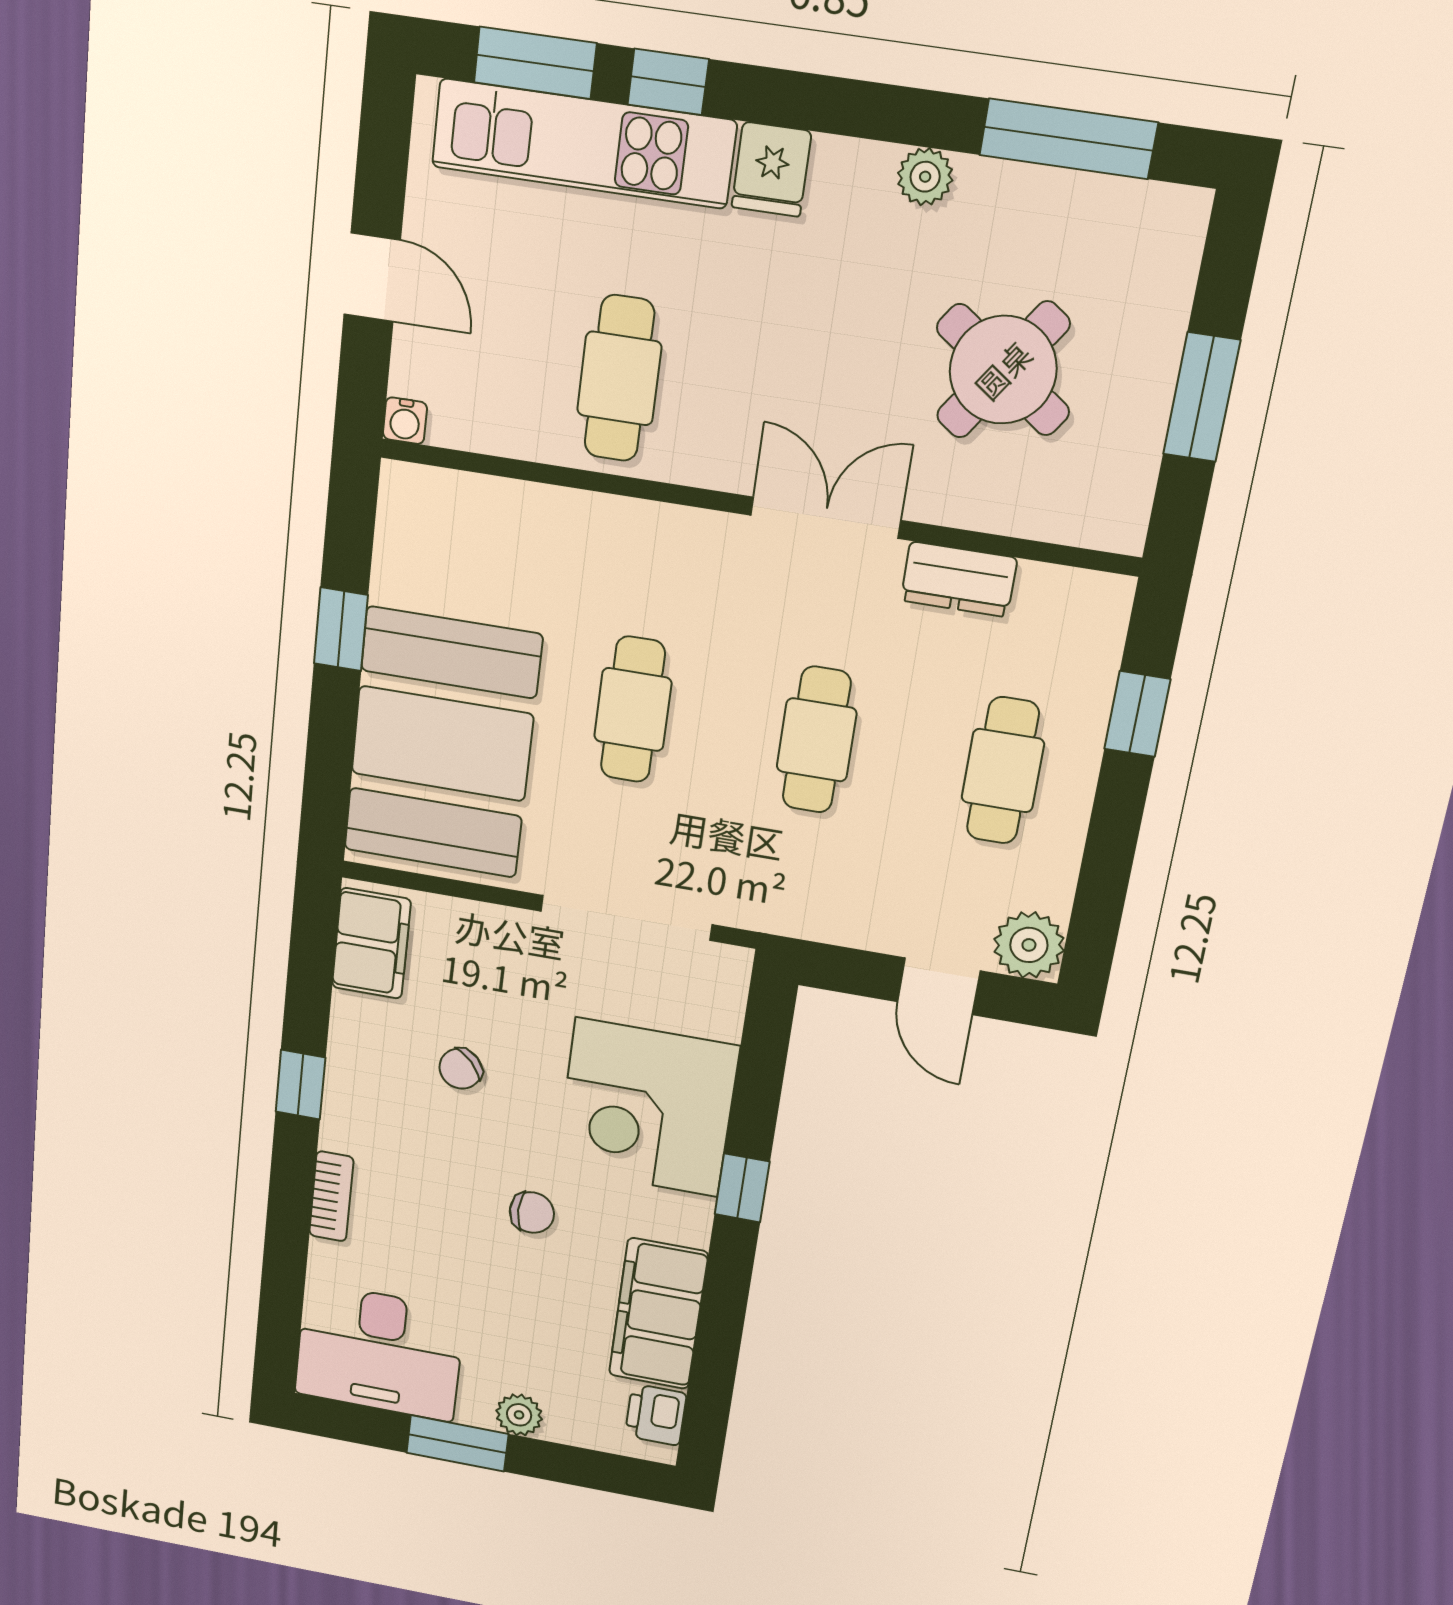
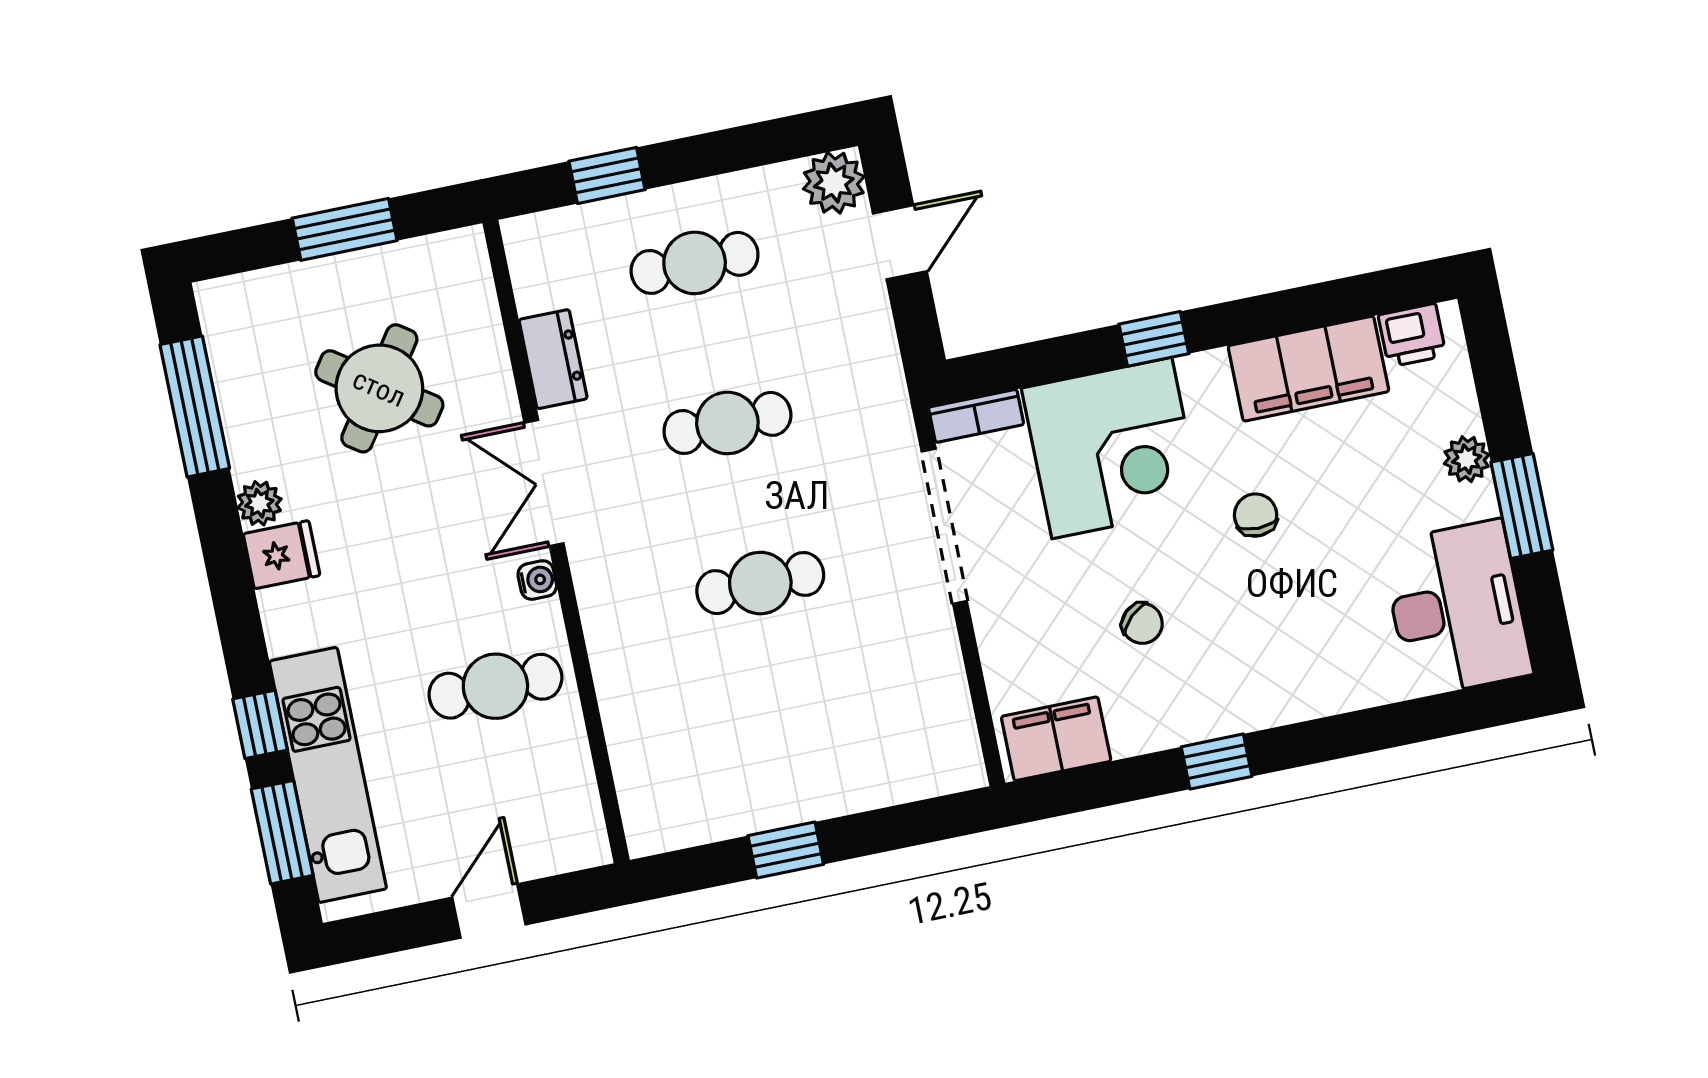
fridge: (771, 169) -> (282, 555), moved
water cooler: (405, 421) -> (537, 580), moved
booth: (442, 744) -> (852, 733), removed
bookcase: (331, 1196) -> (976, 416), moved, turned 180

